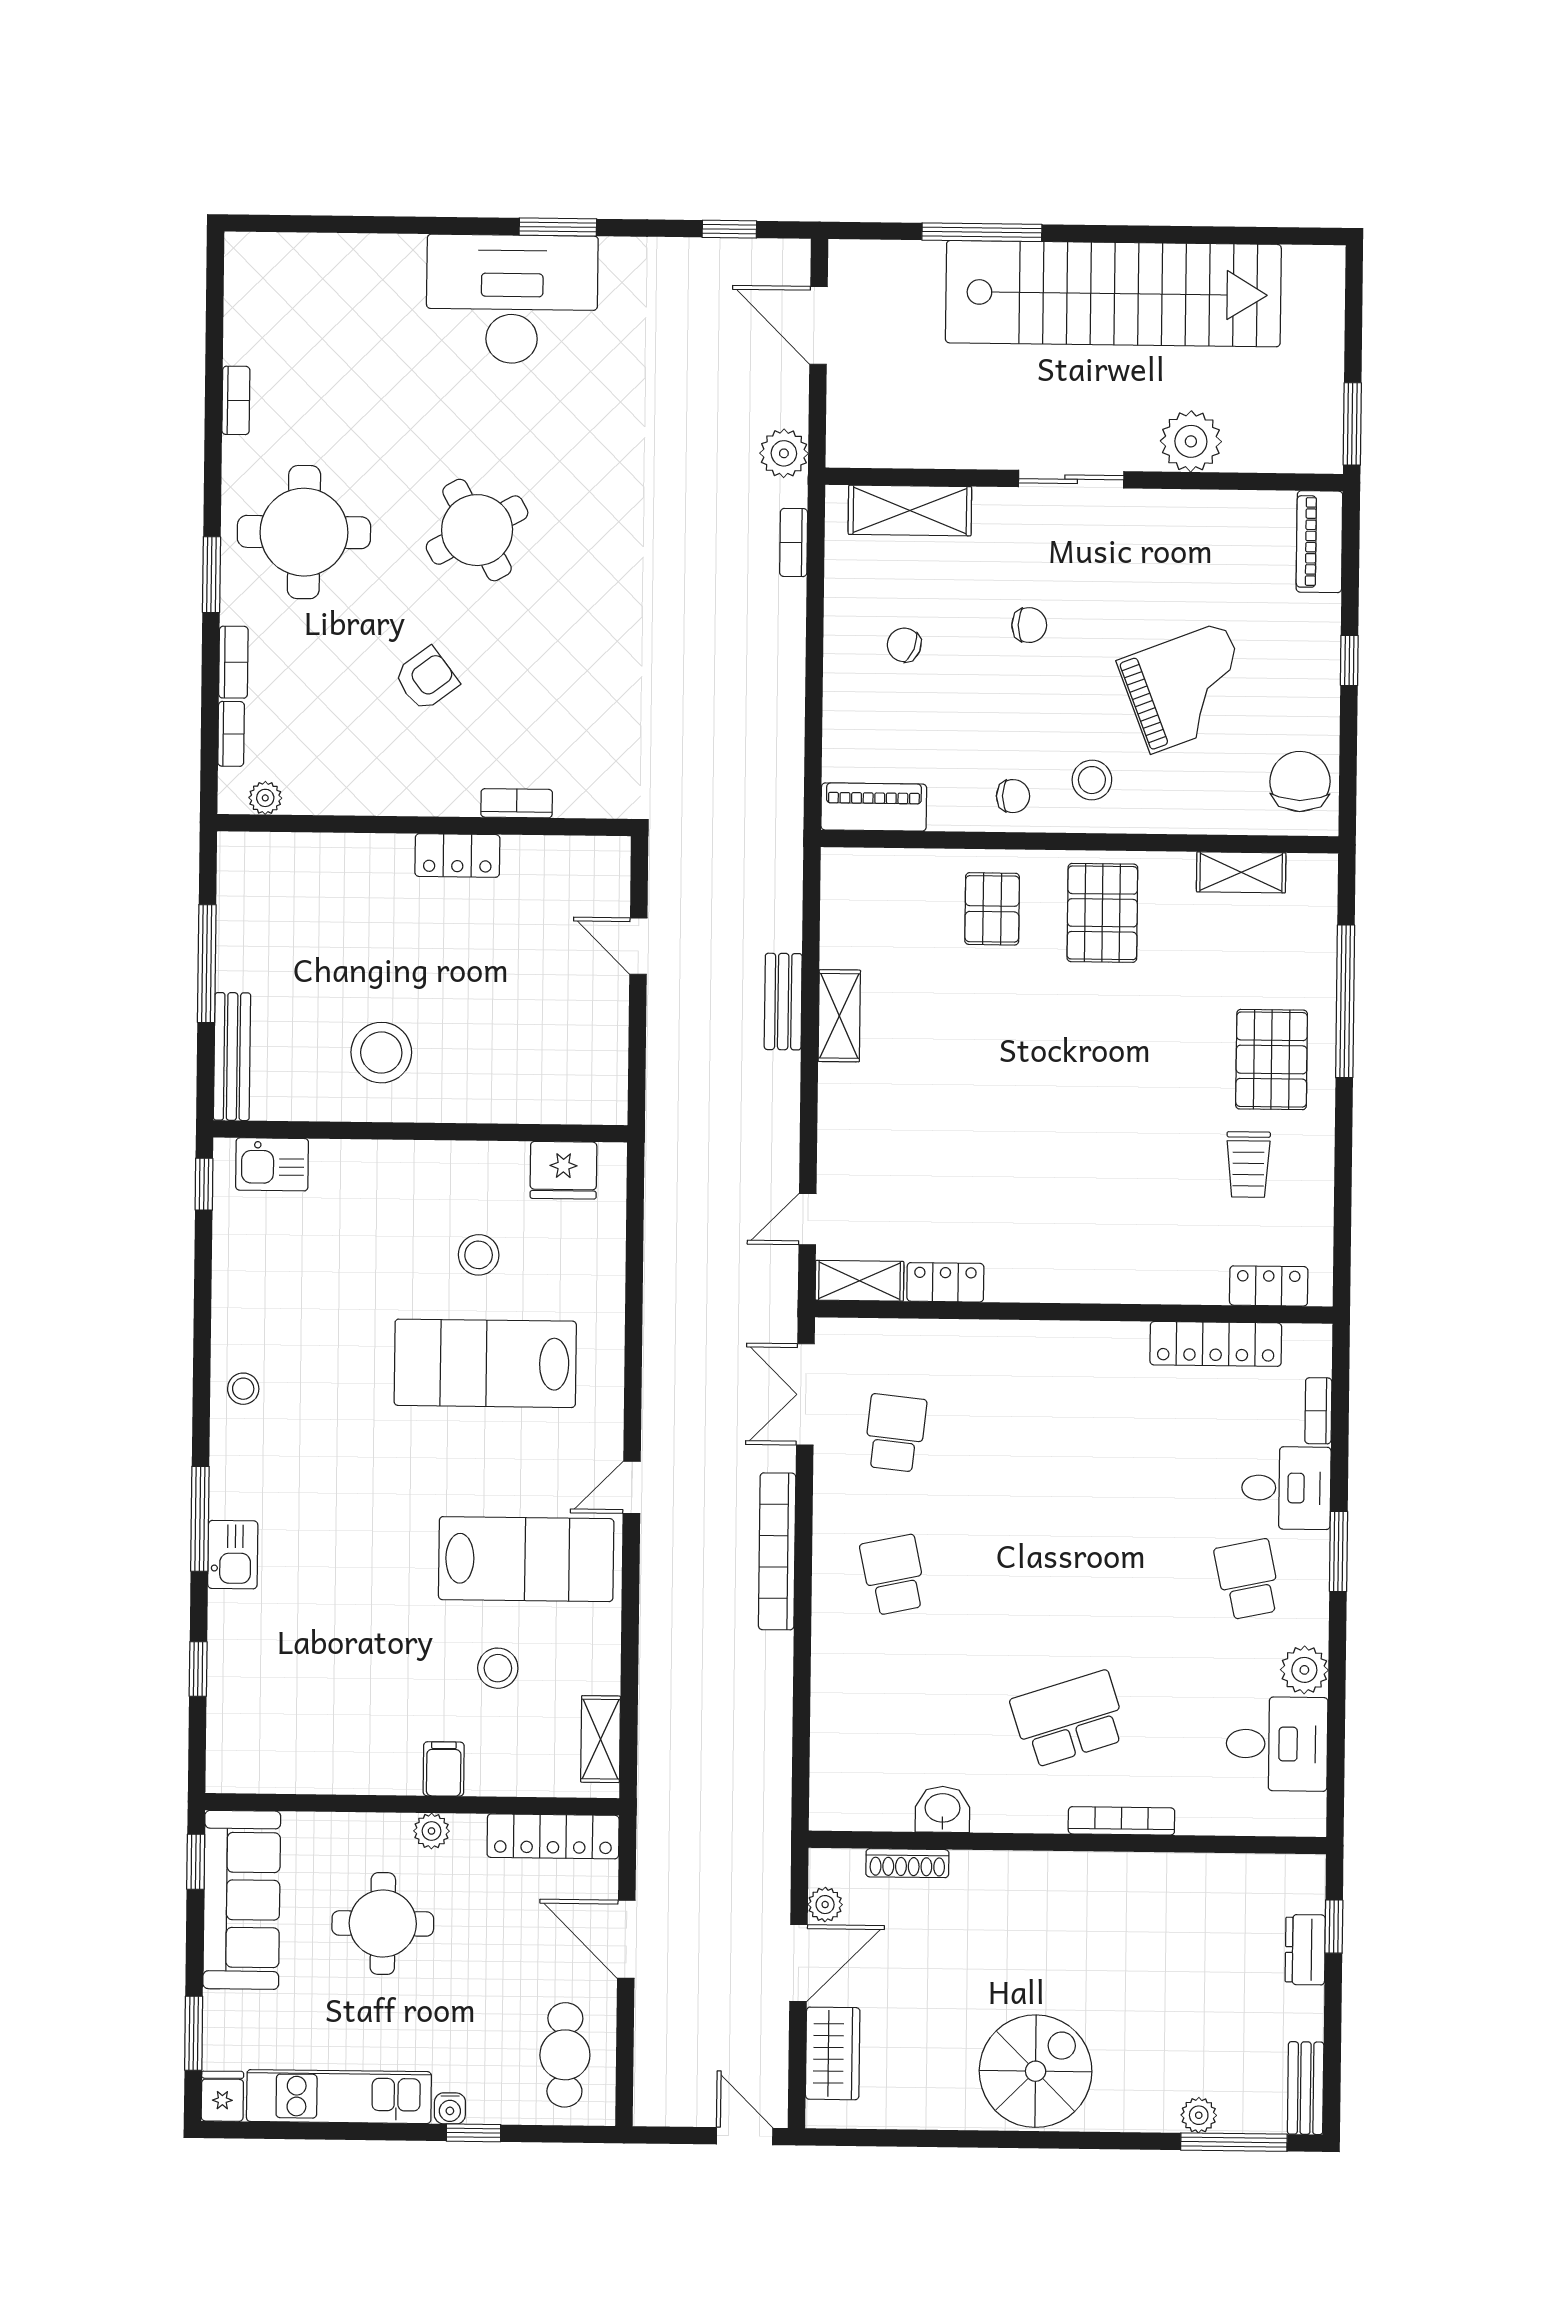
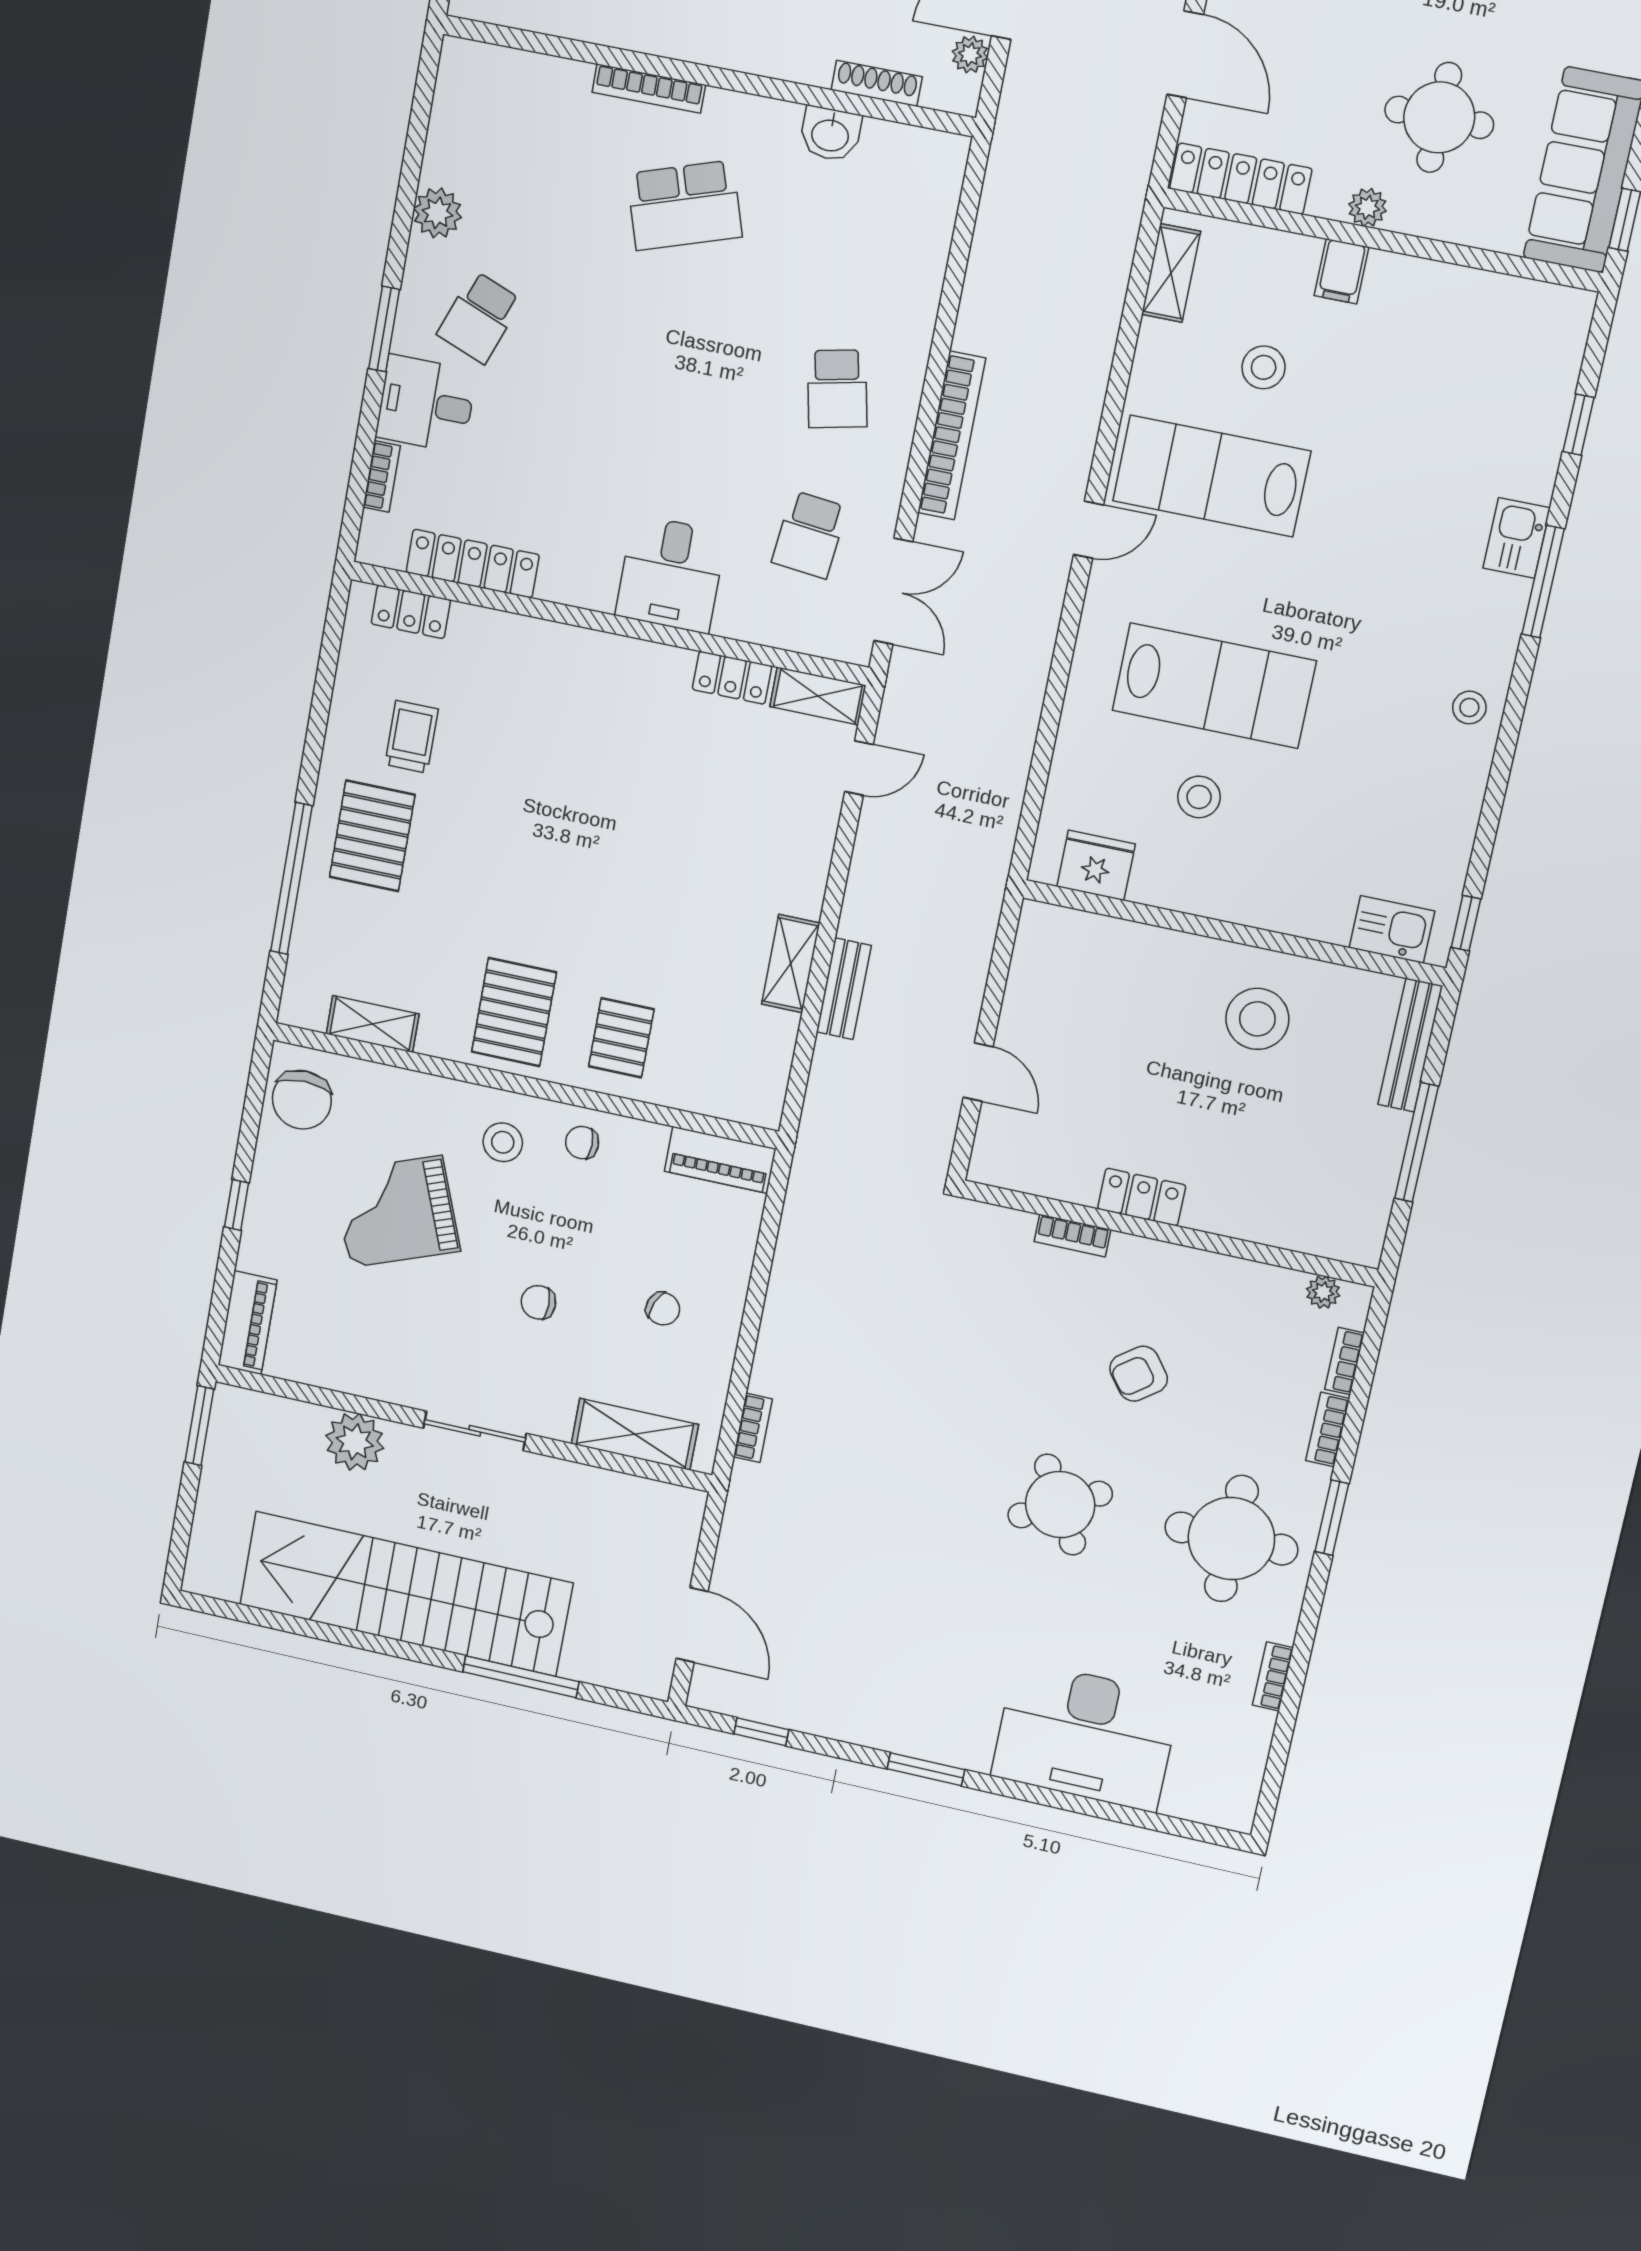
desk: (512, 299) -> (1085, 1736), moved
plant: (784, 453) -> (747, 1513), removed
school desk: (1248, 1579) -> (479, 317), turned 33
desk: (1277, 1744) -> (671, 574), moved, turned -90

